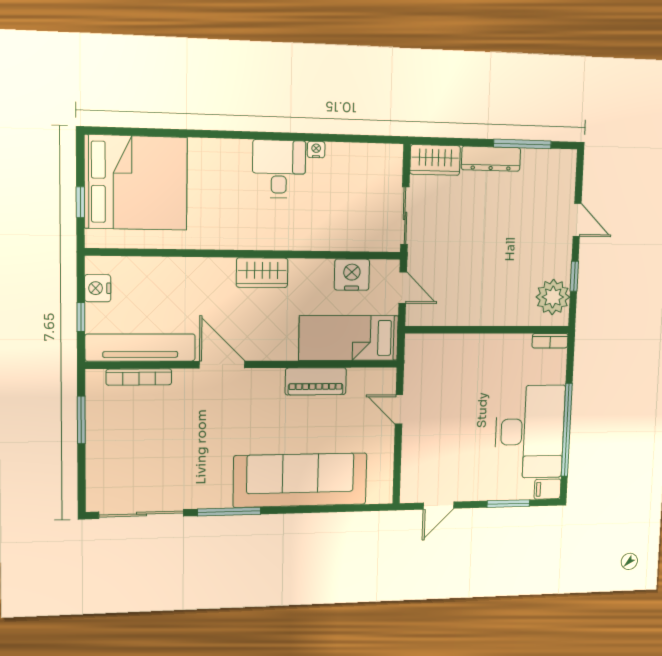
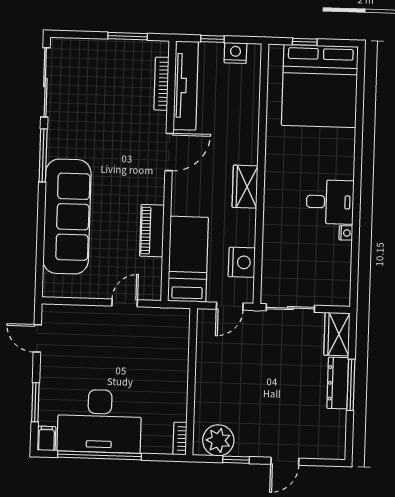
window: (522, 144) -> (351, 385), moved

